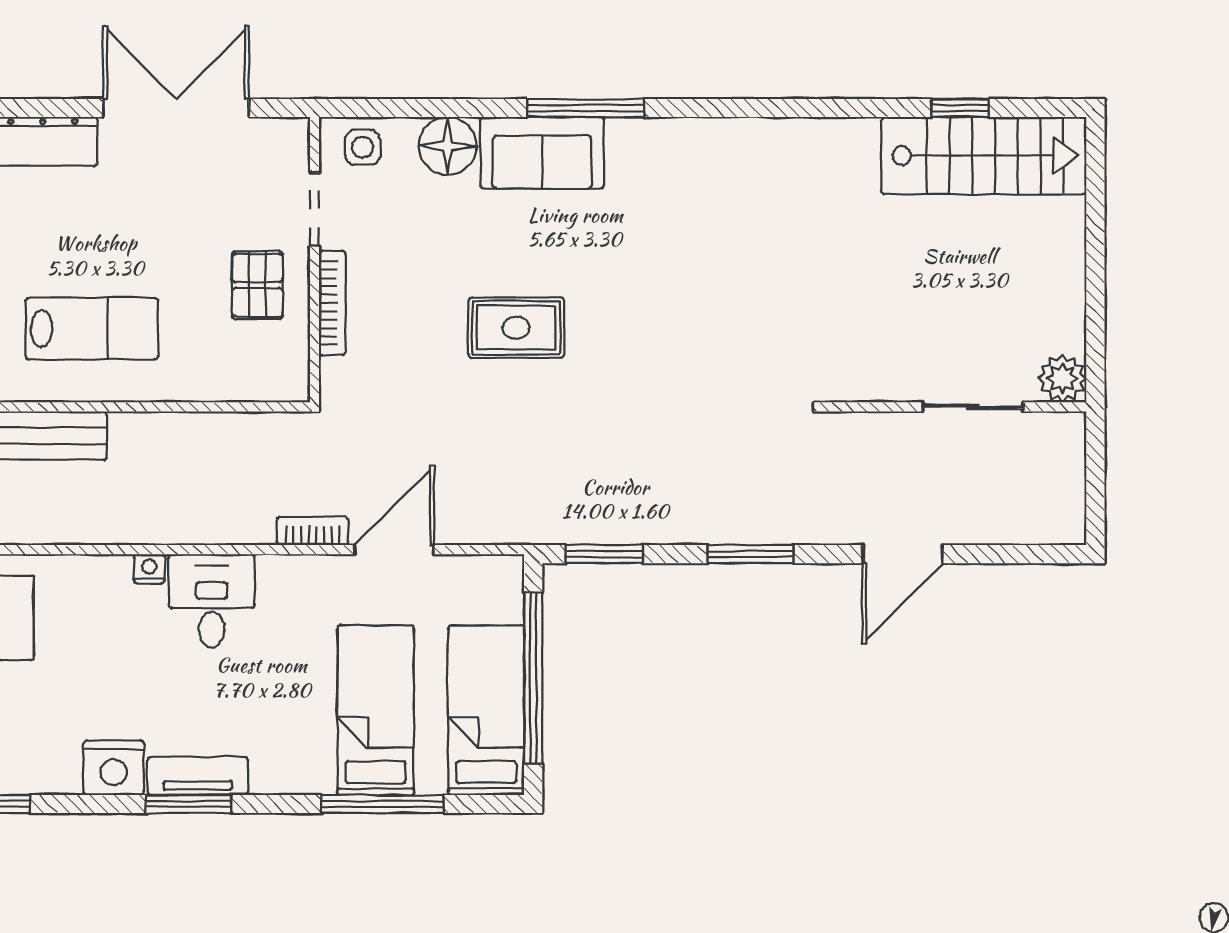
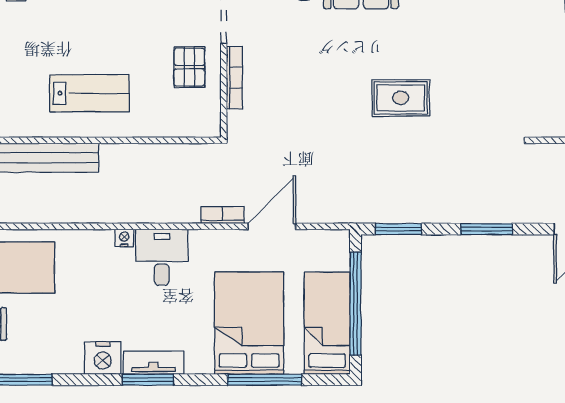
rug: (516, 328) -> (401, 98), moved
bed: (376, 710) -> (249, 323), width x1.50

